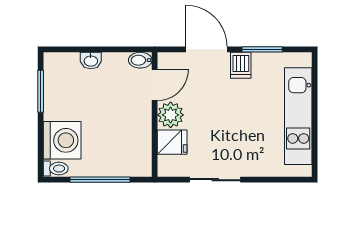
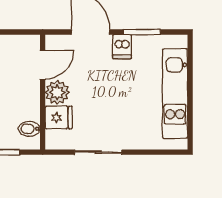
bidet: (140, 60) -> (29, 129), moved

